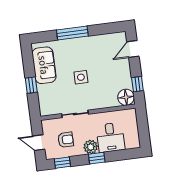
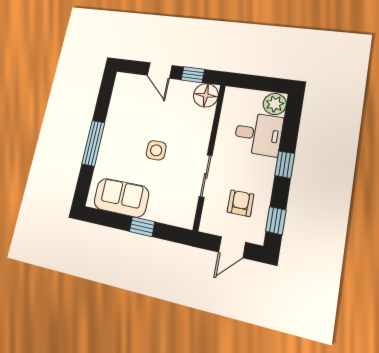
door: (133, 49) -> (160, 70), moved
plant: (91, 147) -> (275, 104), moved

